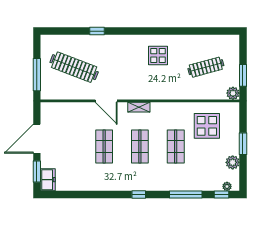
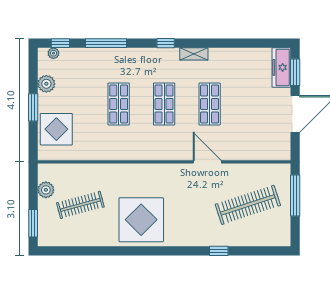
display table: (158, 55) -> (141, 220), width x1.86, depth x1.86
clothes rail: (74, 67) -> (248, 205), turned -39
window: (243, 75) -> (33, 223), moved
plant: (233, 93) -> (46, 190), moved
shelving: (139, 107) -> (194, 54), moved
display table: (207, 126) -> (56, 129), moved
freezer: (48, 180) -> (281, 67), width x1.40

